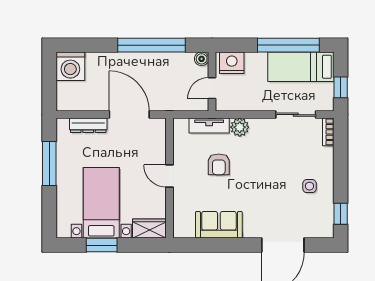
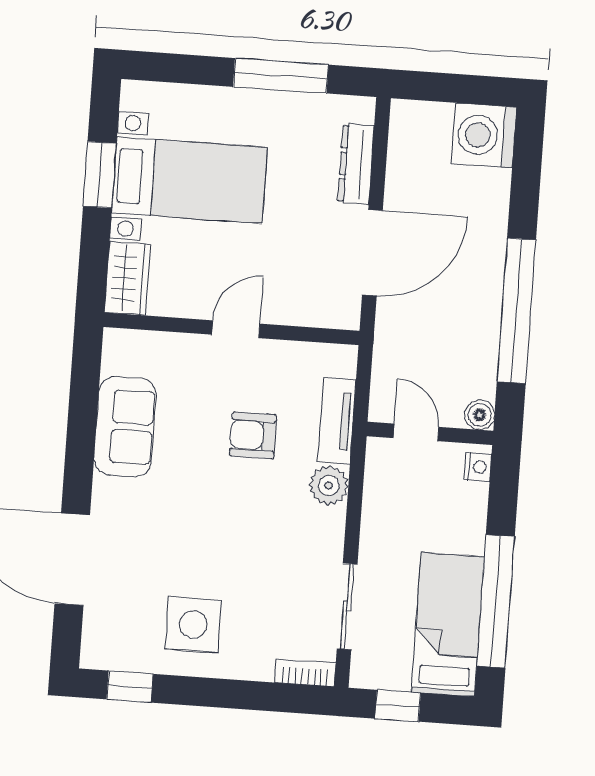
nightstand: (232, 63) -> (478, 467), width x0.53, depth x0.56
side table: (309, 186) -> (193, 625), width x1.87, depth x1.87

